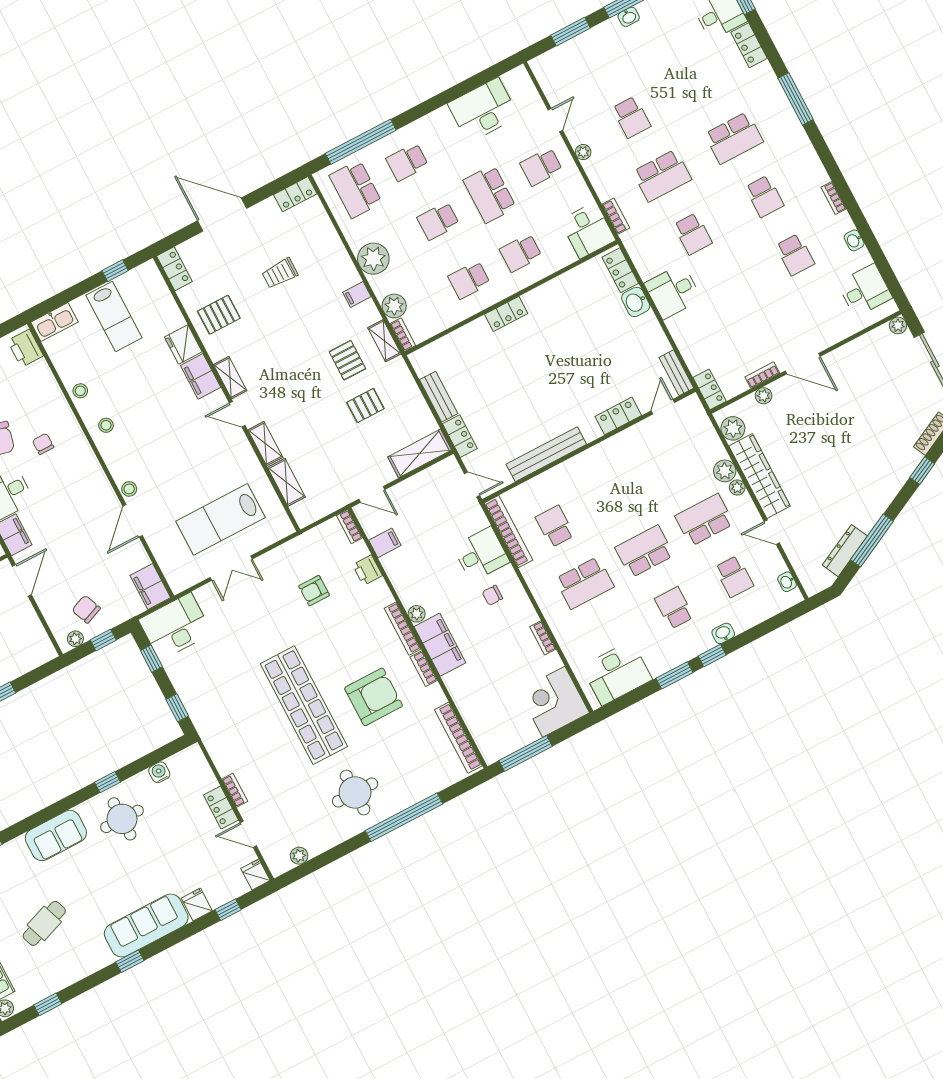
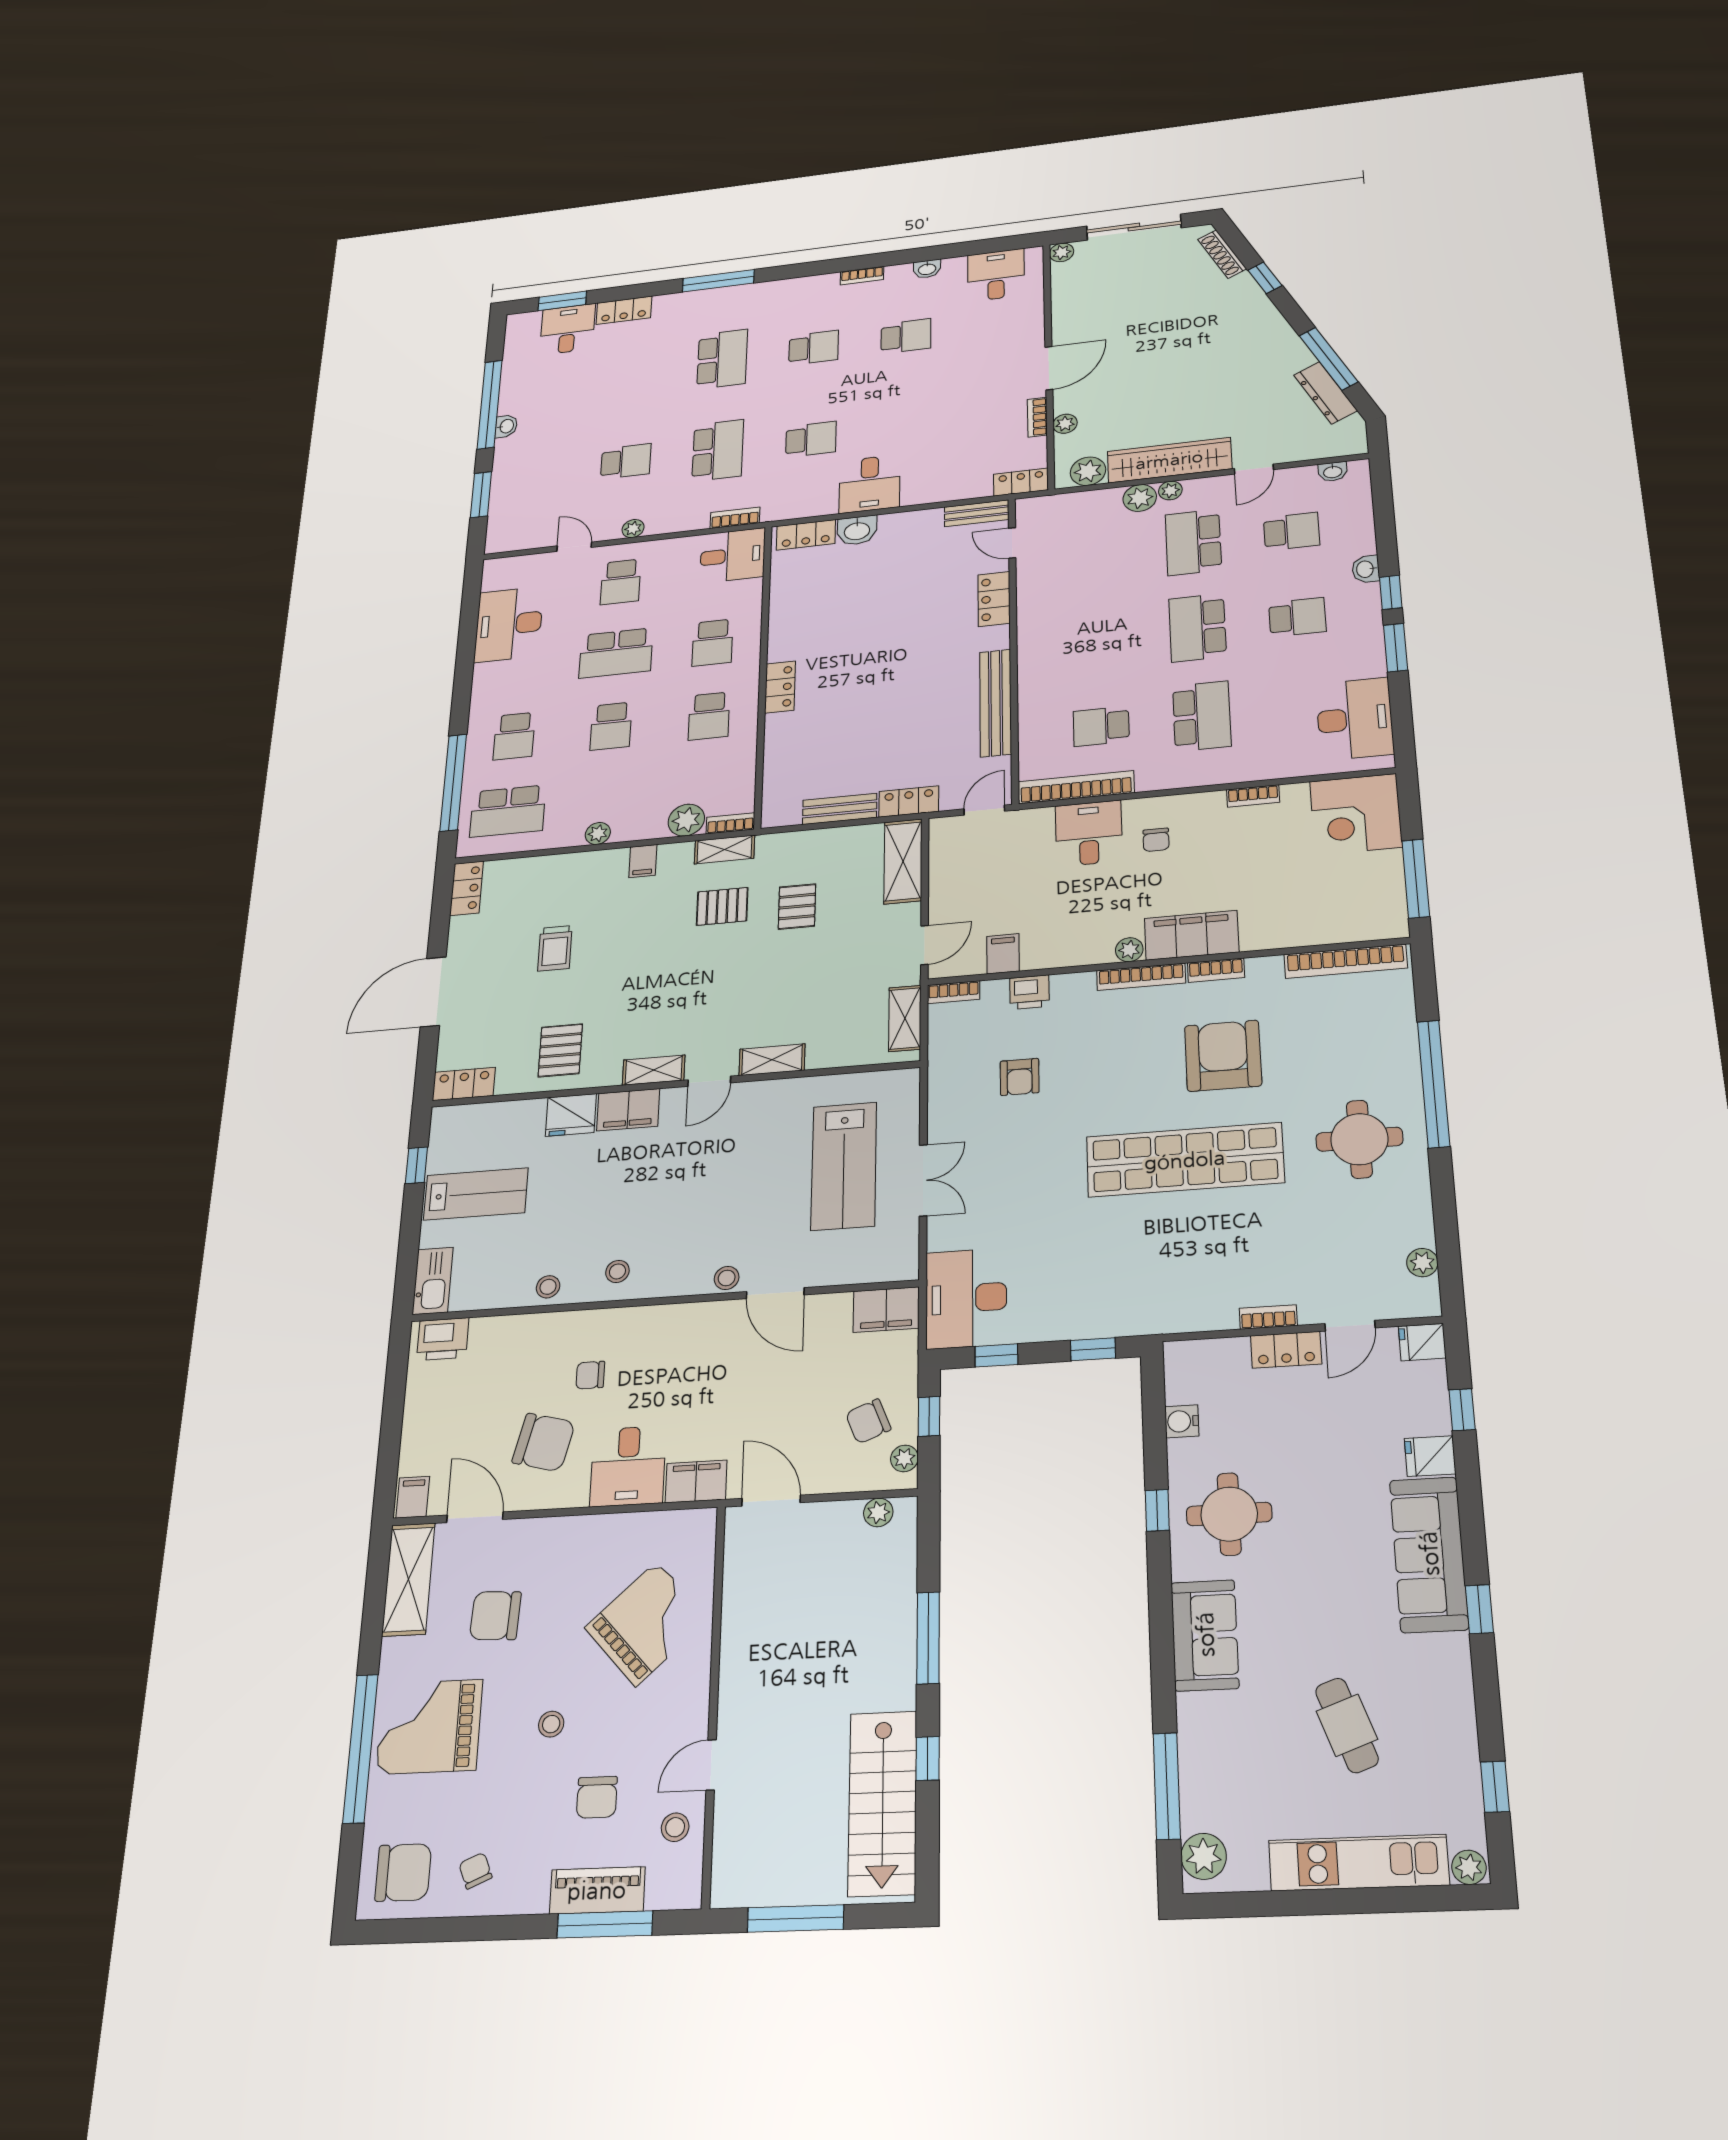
plant: (373, 259) -> (598, 833), width x0.53, depth x0.53
shelving: (286, 482) -> (905, 1018), moved, turned 90
school desk: (674, 608) -> (1297, 617), turned 180
plant: (41, 640) -> (878, 1512), added

